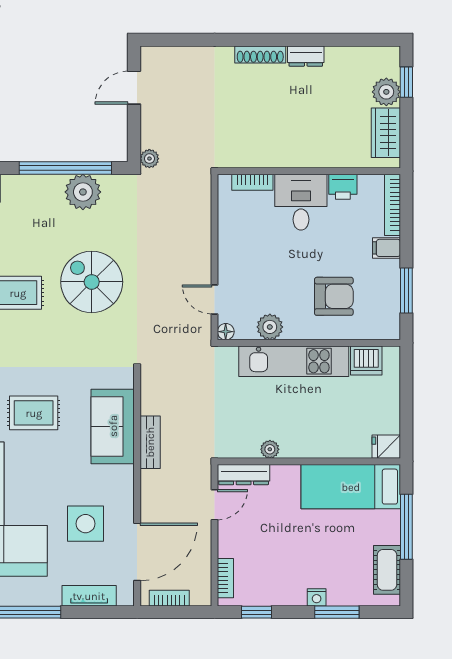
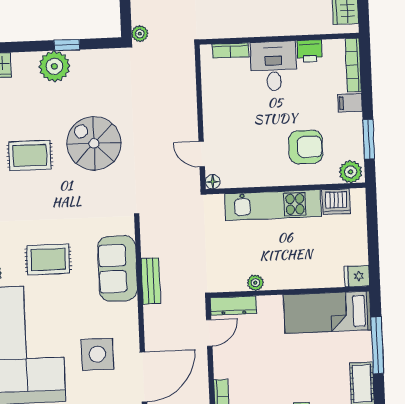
window: (65, 168) -> (67, 45), width x0.32
plant: (83, 192) -> (54, 66), moved
plant: (270, 327) -> (351, 172), moved

